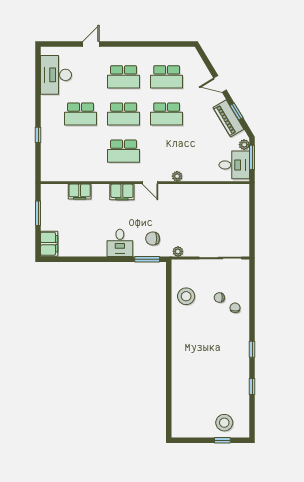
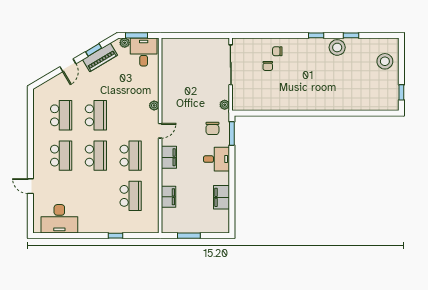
school desk: (81, 114) -> (131, 196), moved
filing cabinet: (49, 244) -> (222, 197), moved, turned -90
stool: (186, 296) -> (337, 47), moved
window: (222, 440) -> (401, 92), moved

